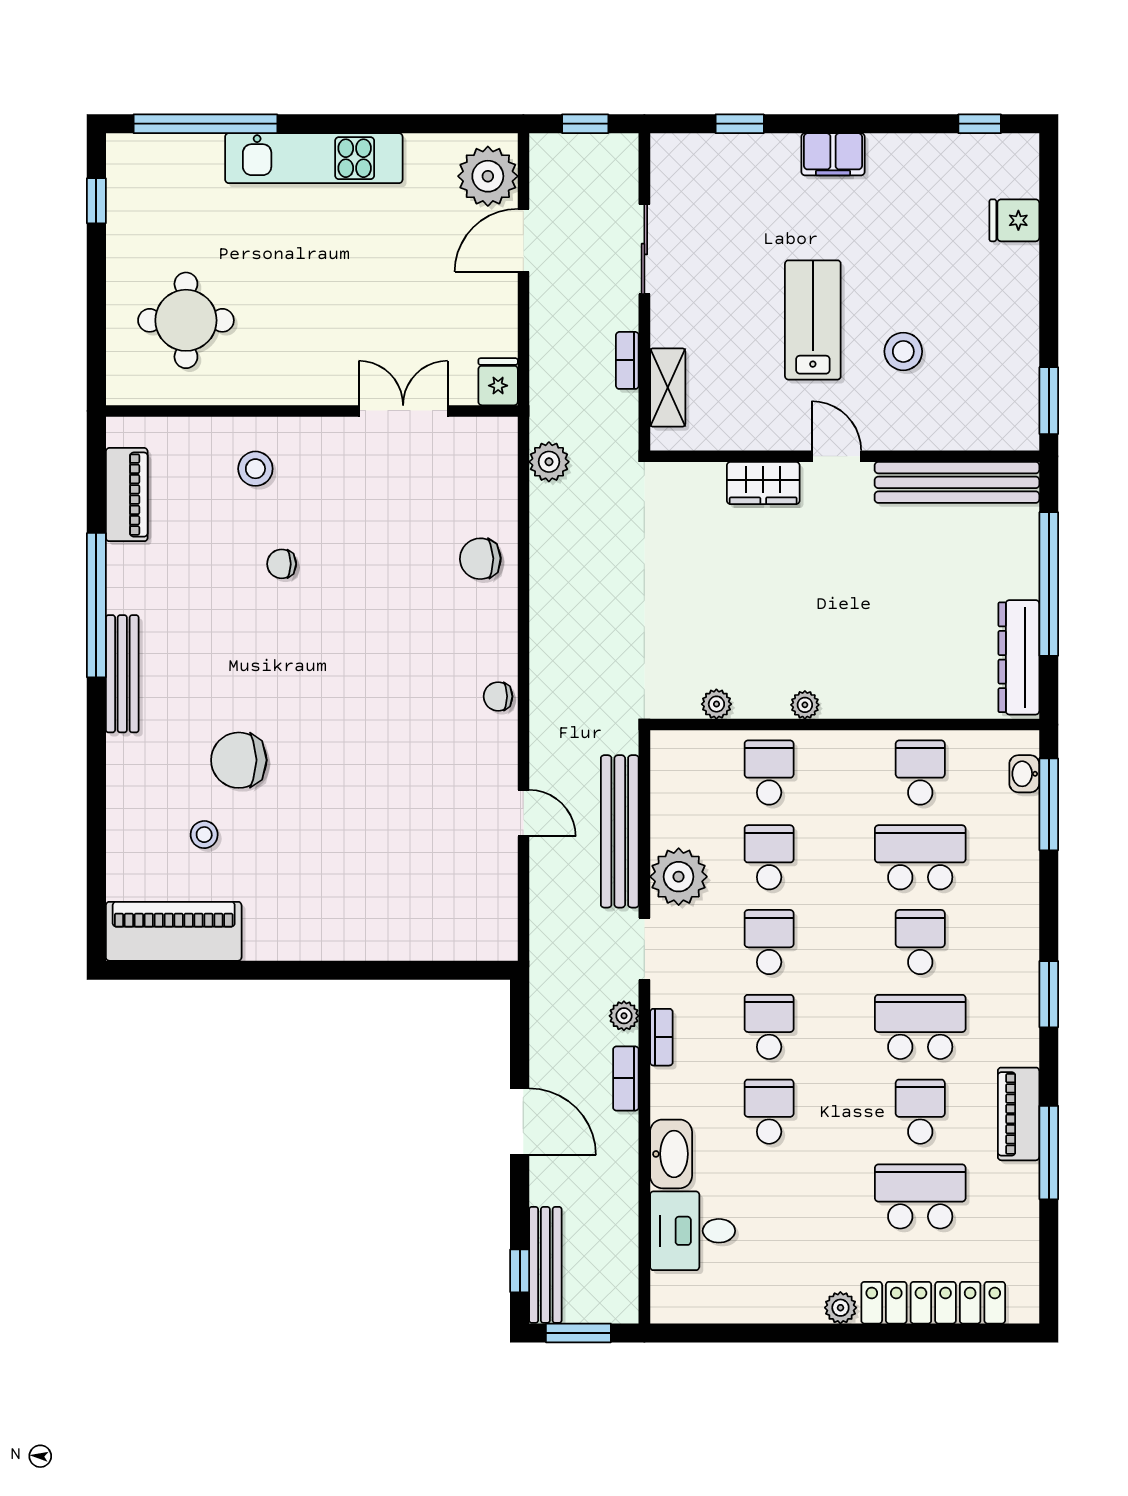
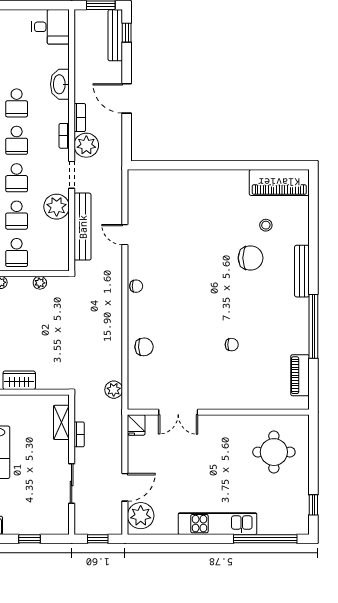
stool: (255, 469) -> (243, 387), removed
bench: (122, 674) -> (302, 271), moved
plant: (624, 1016) -> (86, 145), width x1.88, depth x1.88
desk: (693, 1231) -> (50, 27), moved

